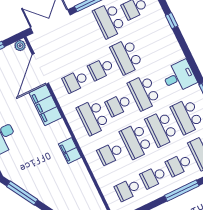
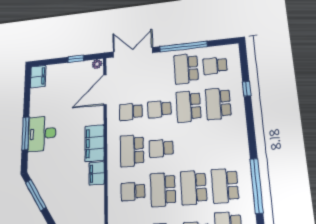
desk: (179, 77) -> (233, 144), removed
school desk: (144, 93) -> (218, 104), moved
filing cabinet: (46, 105) -> (94, 143), moved

